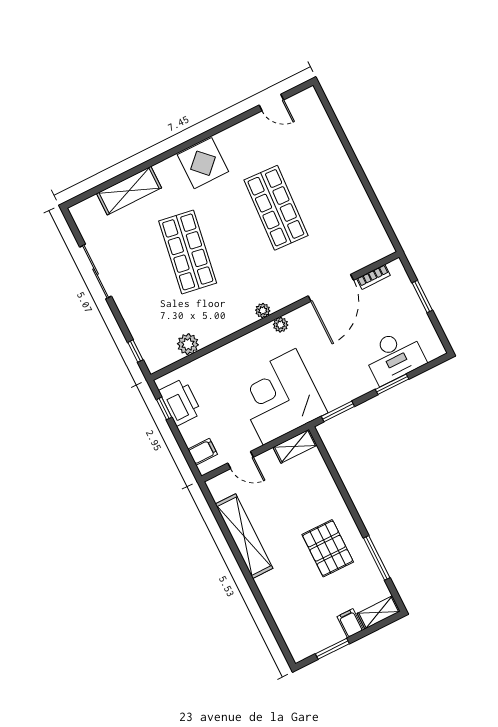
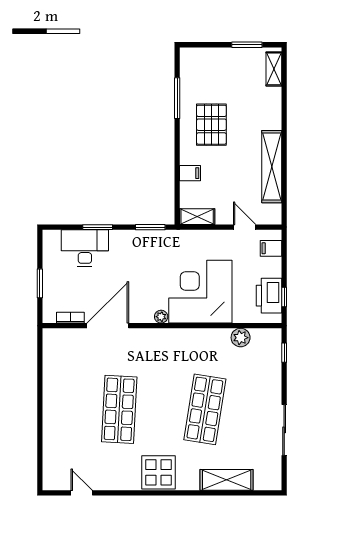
plant: (263, 311) -> (169, 335), removed
corner desk: (280, 397) -> (200, 292), moved, turned 180
shelving: (379, 612) -> (274, 69), moved, turned 90
filing cabinet: (350, 623) -> (190, 173), moved, turned -90

